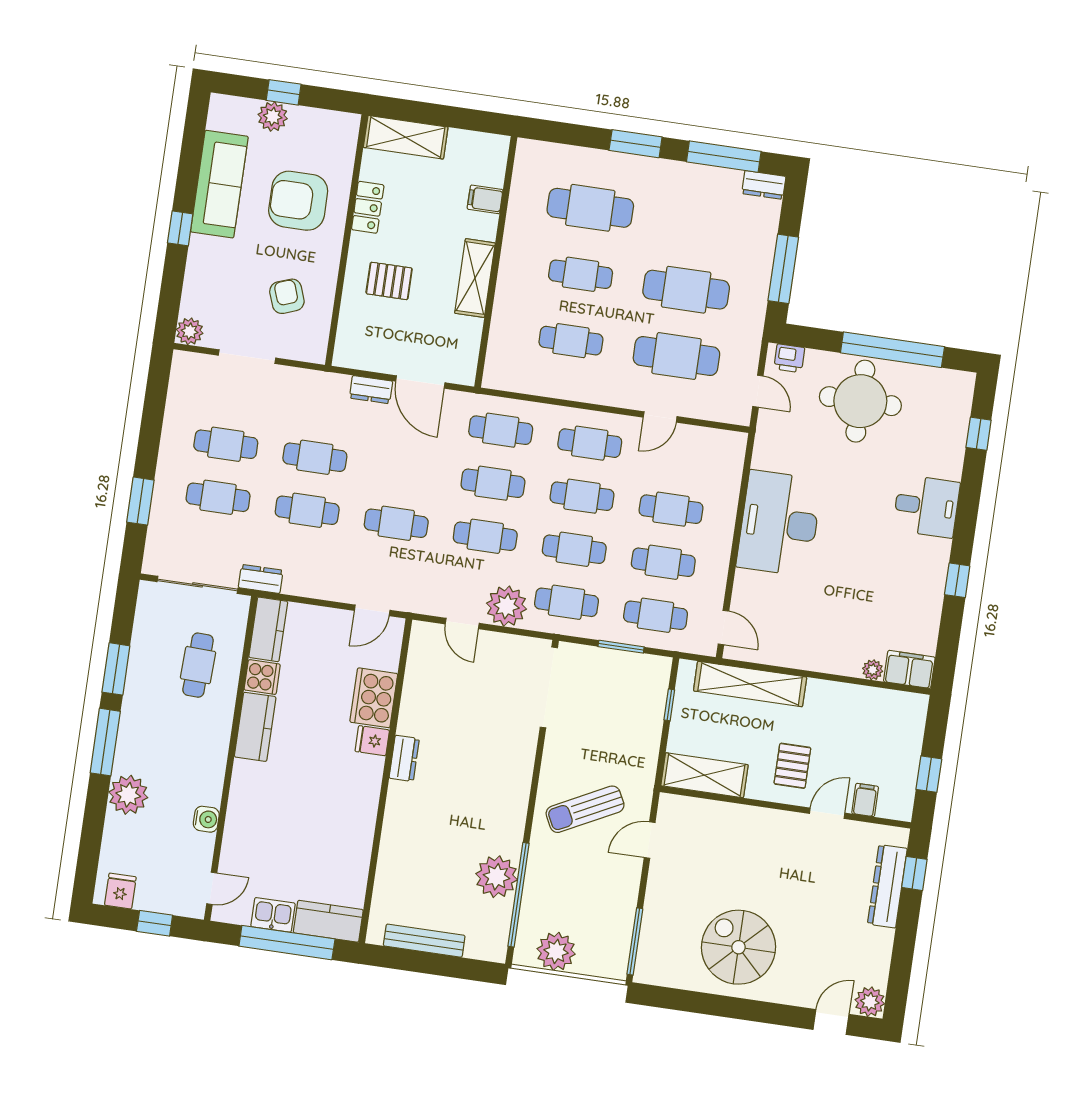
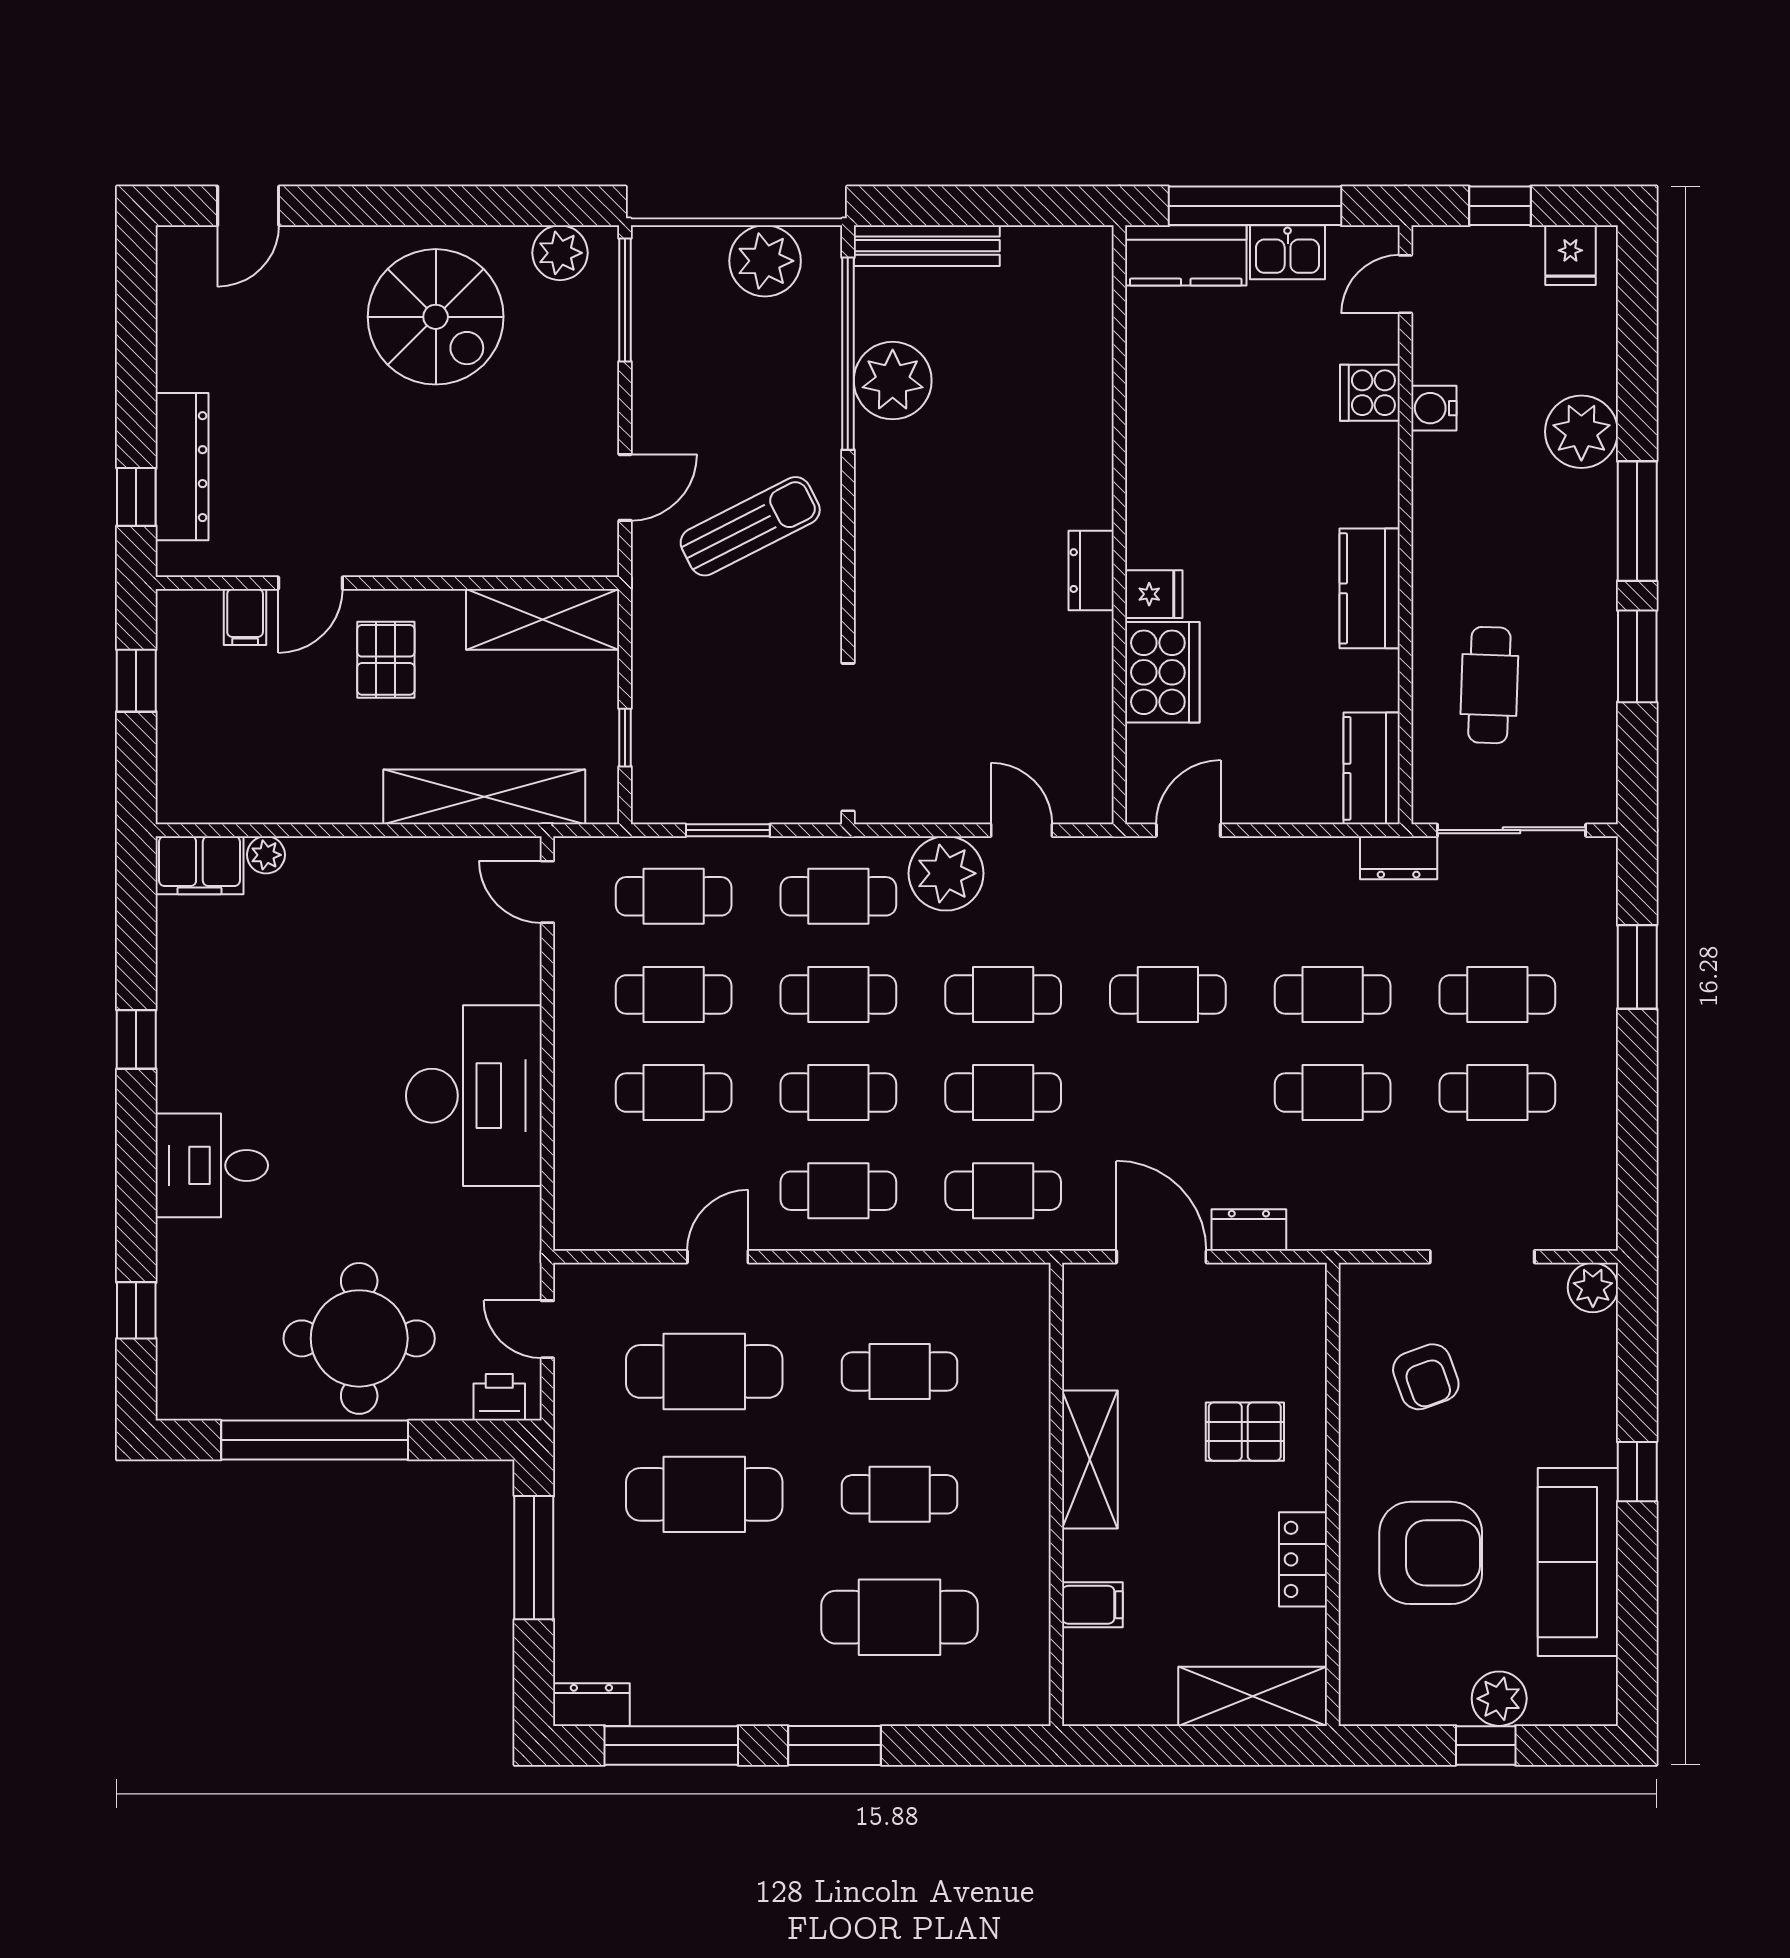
cooker: (262, 677) -> (1370, 393), moved
bench: (424, 941) -> (927, 246), moved
plant: (870, 1002) -> (560, 253), moved

